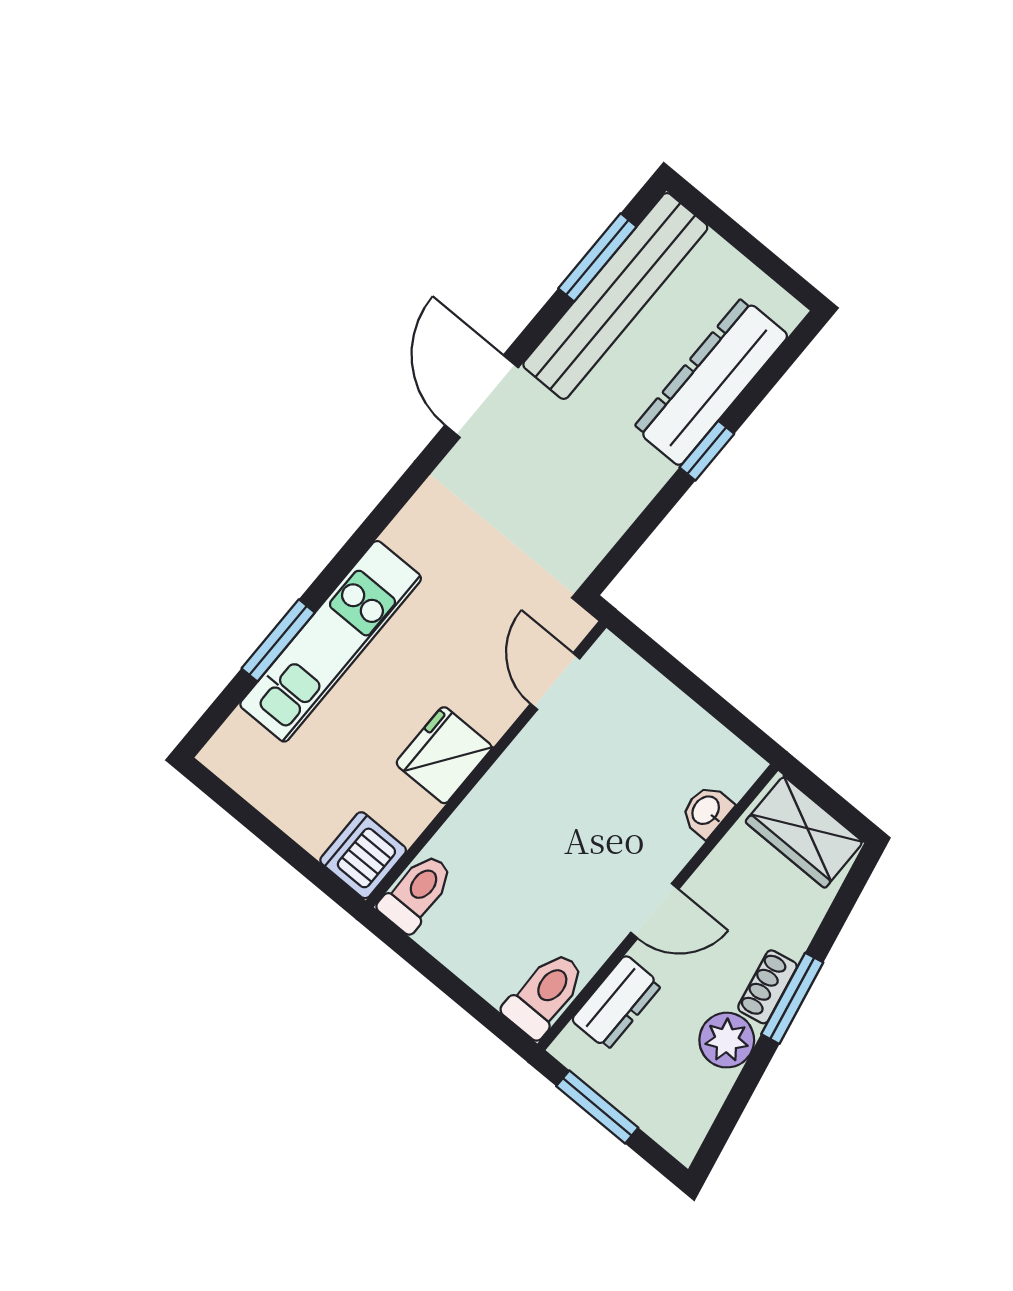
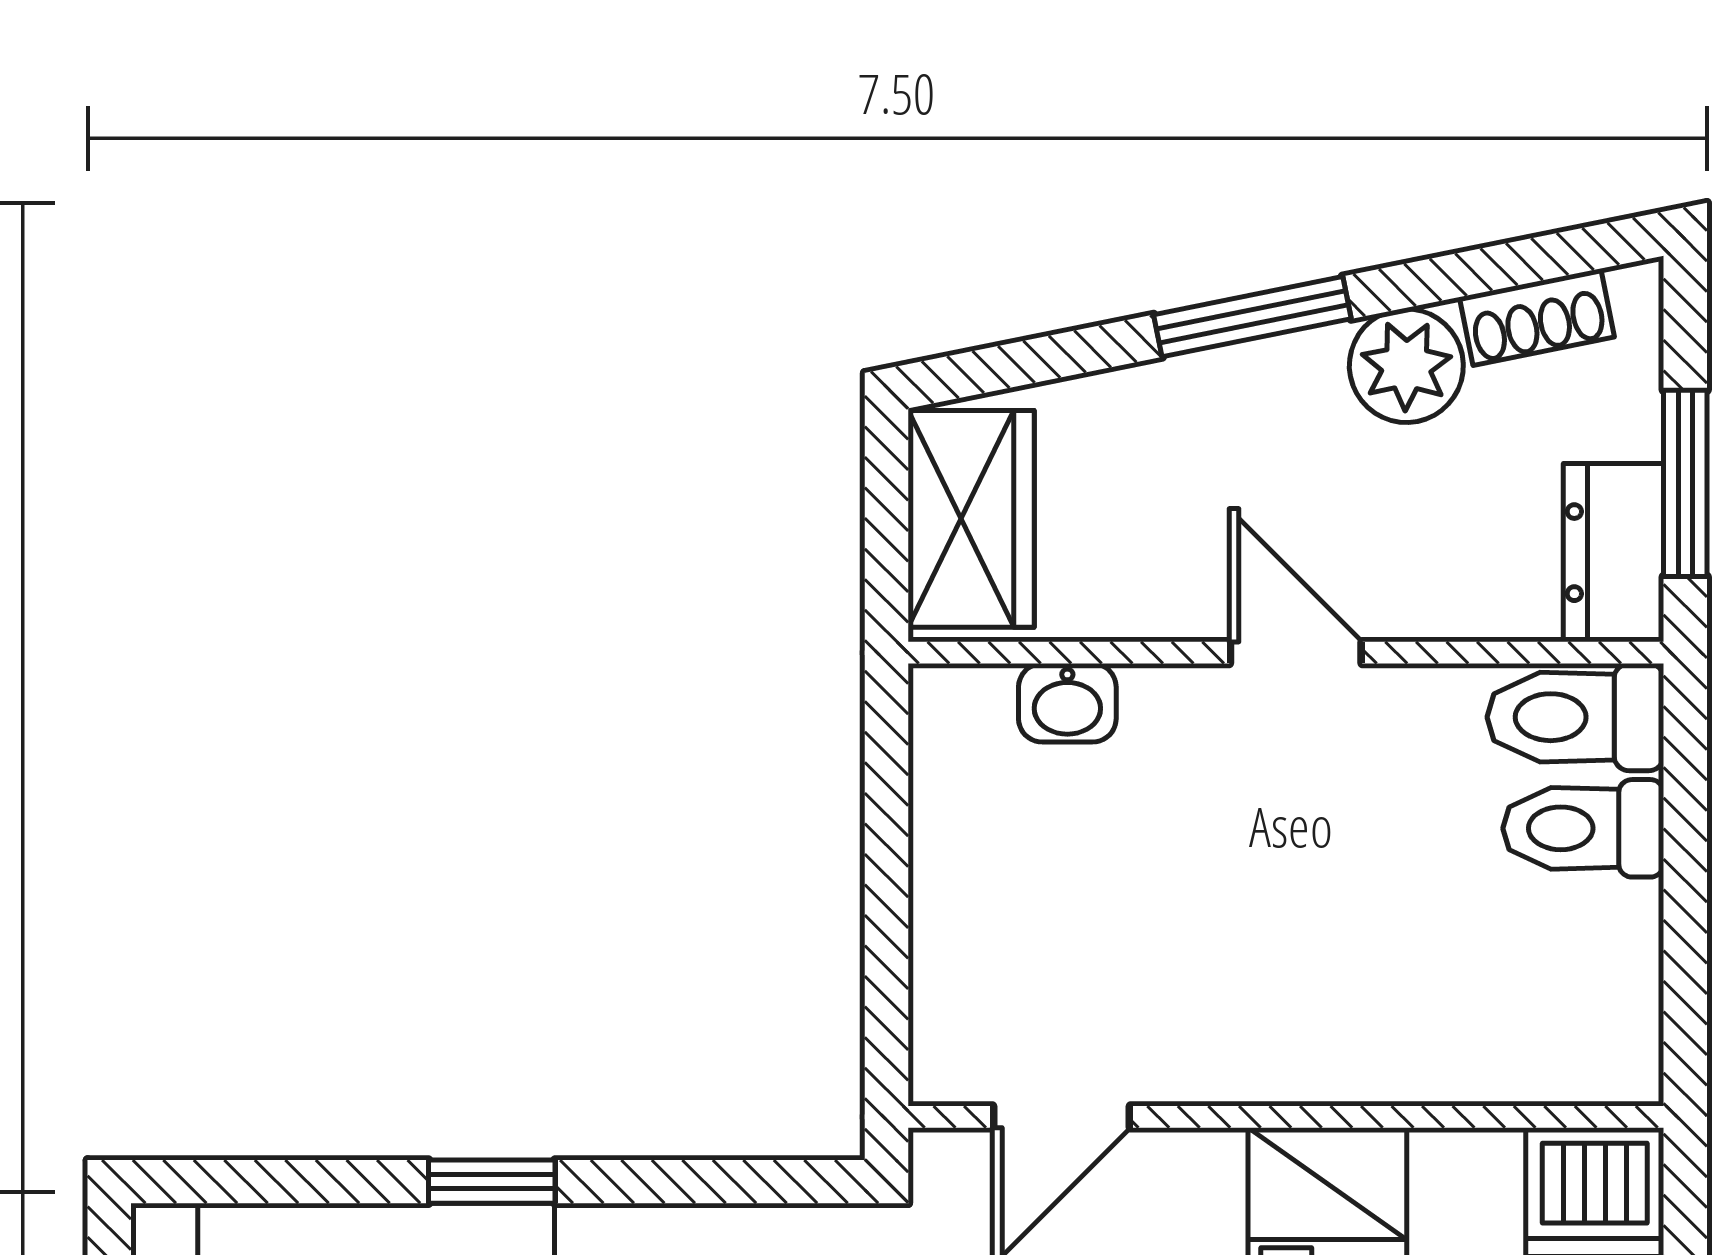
toilet: (417, 893) -> (1583, 828), moved
shoe rack: (767, 987) -> (1537, 317), moved
dresser: (617, 1002) -> (1613, 553), moved, turned -90

